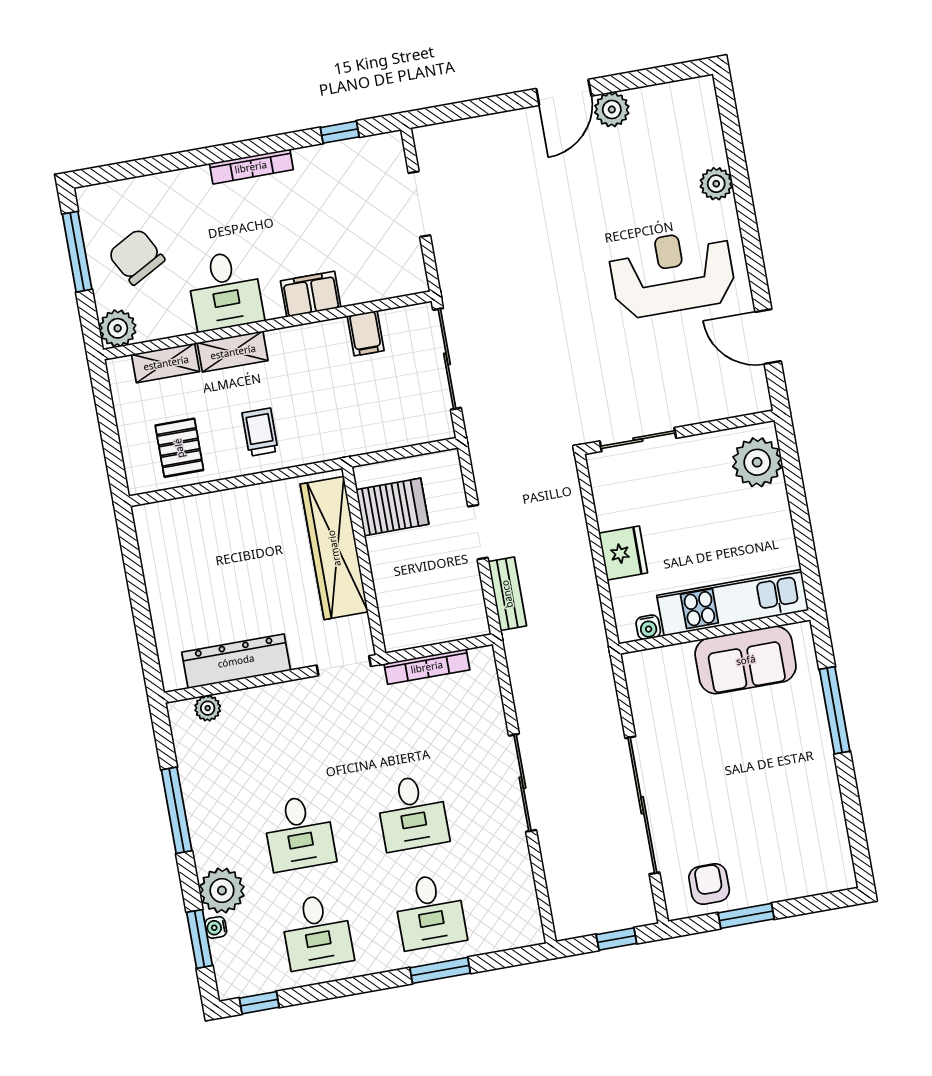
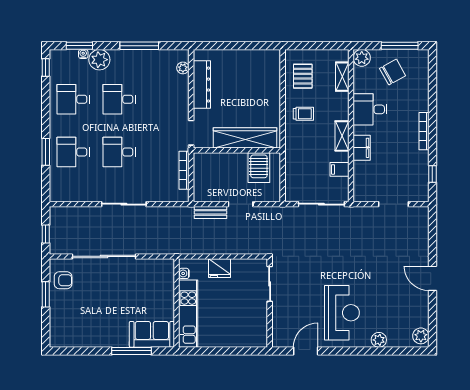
plant: (612, 110) -> (421, 336), moved
shelving: (233, 352) -> (342, 136), moved
pallet: (179, 448) -> (303, 76), turned 90
plant: (757, 462) -> (250, 336), removed
sofa: (746, 660) -> (152, 334), moved, turned 90

